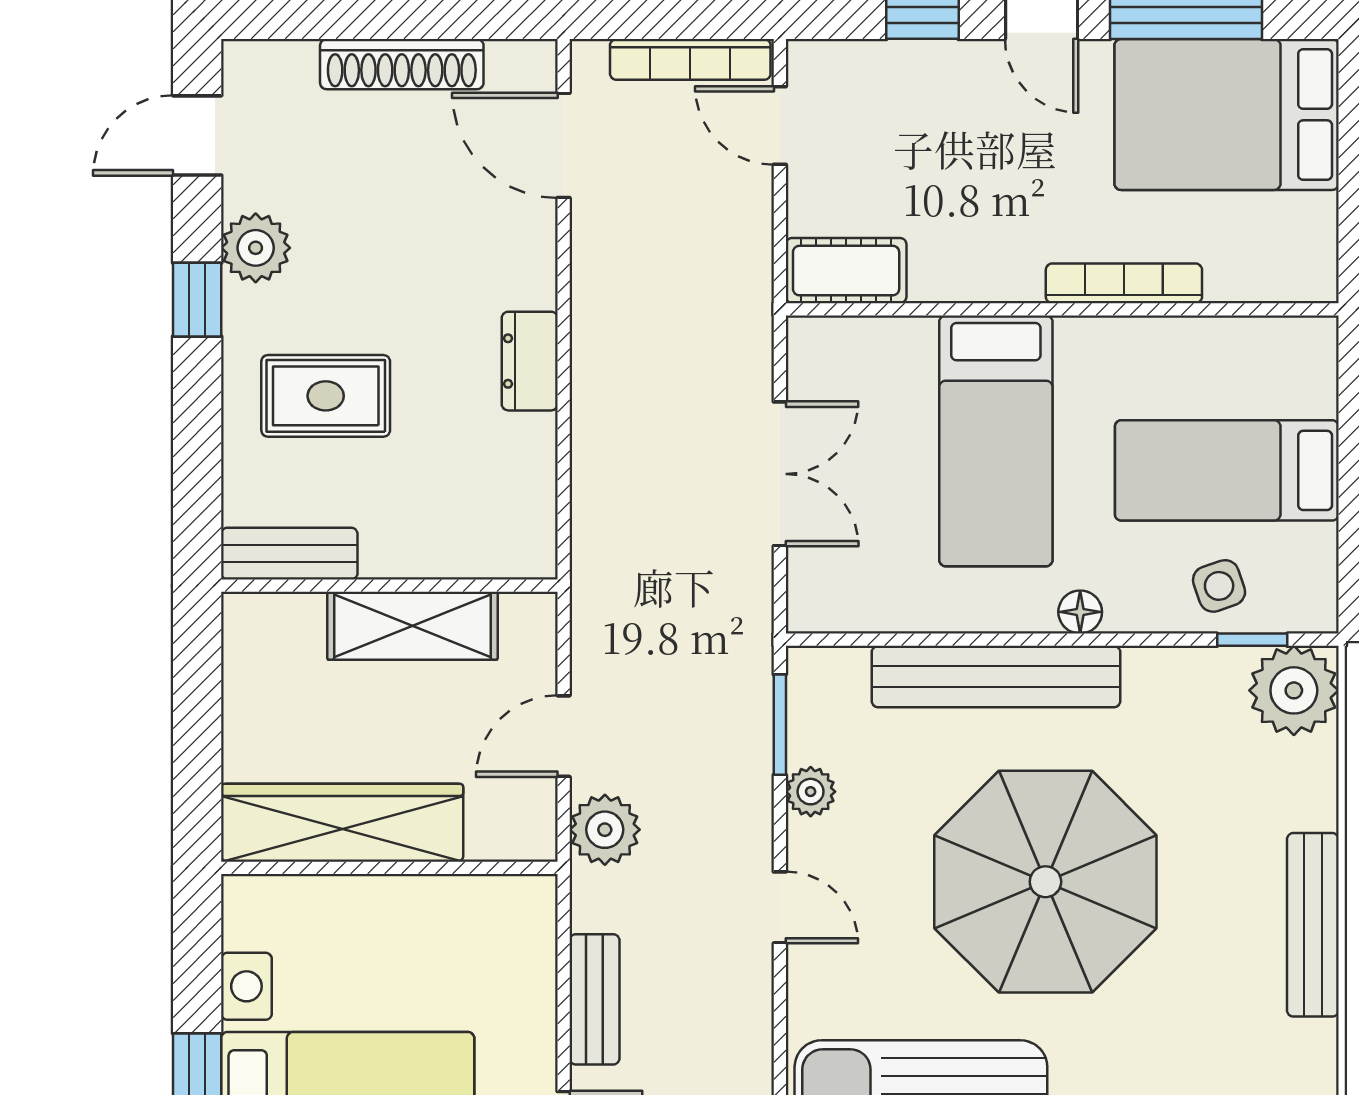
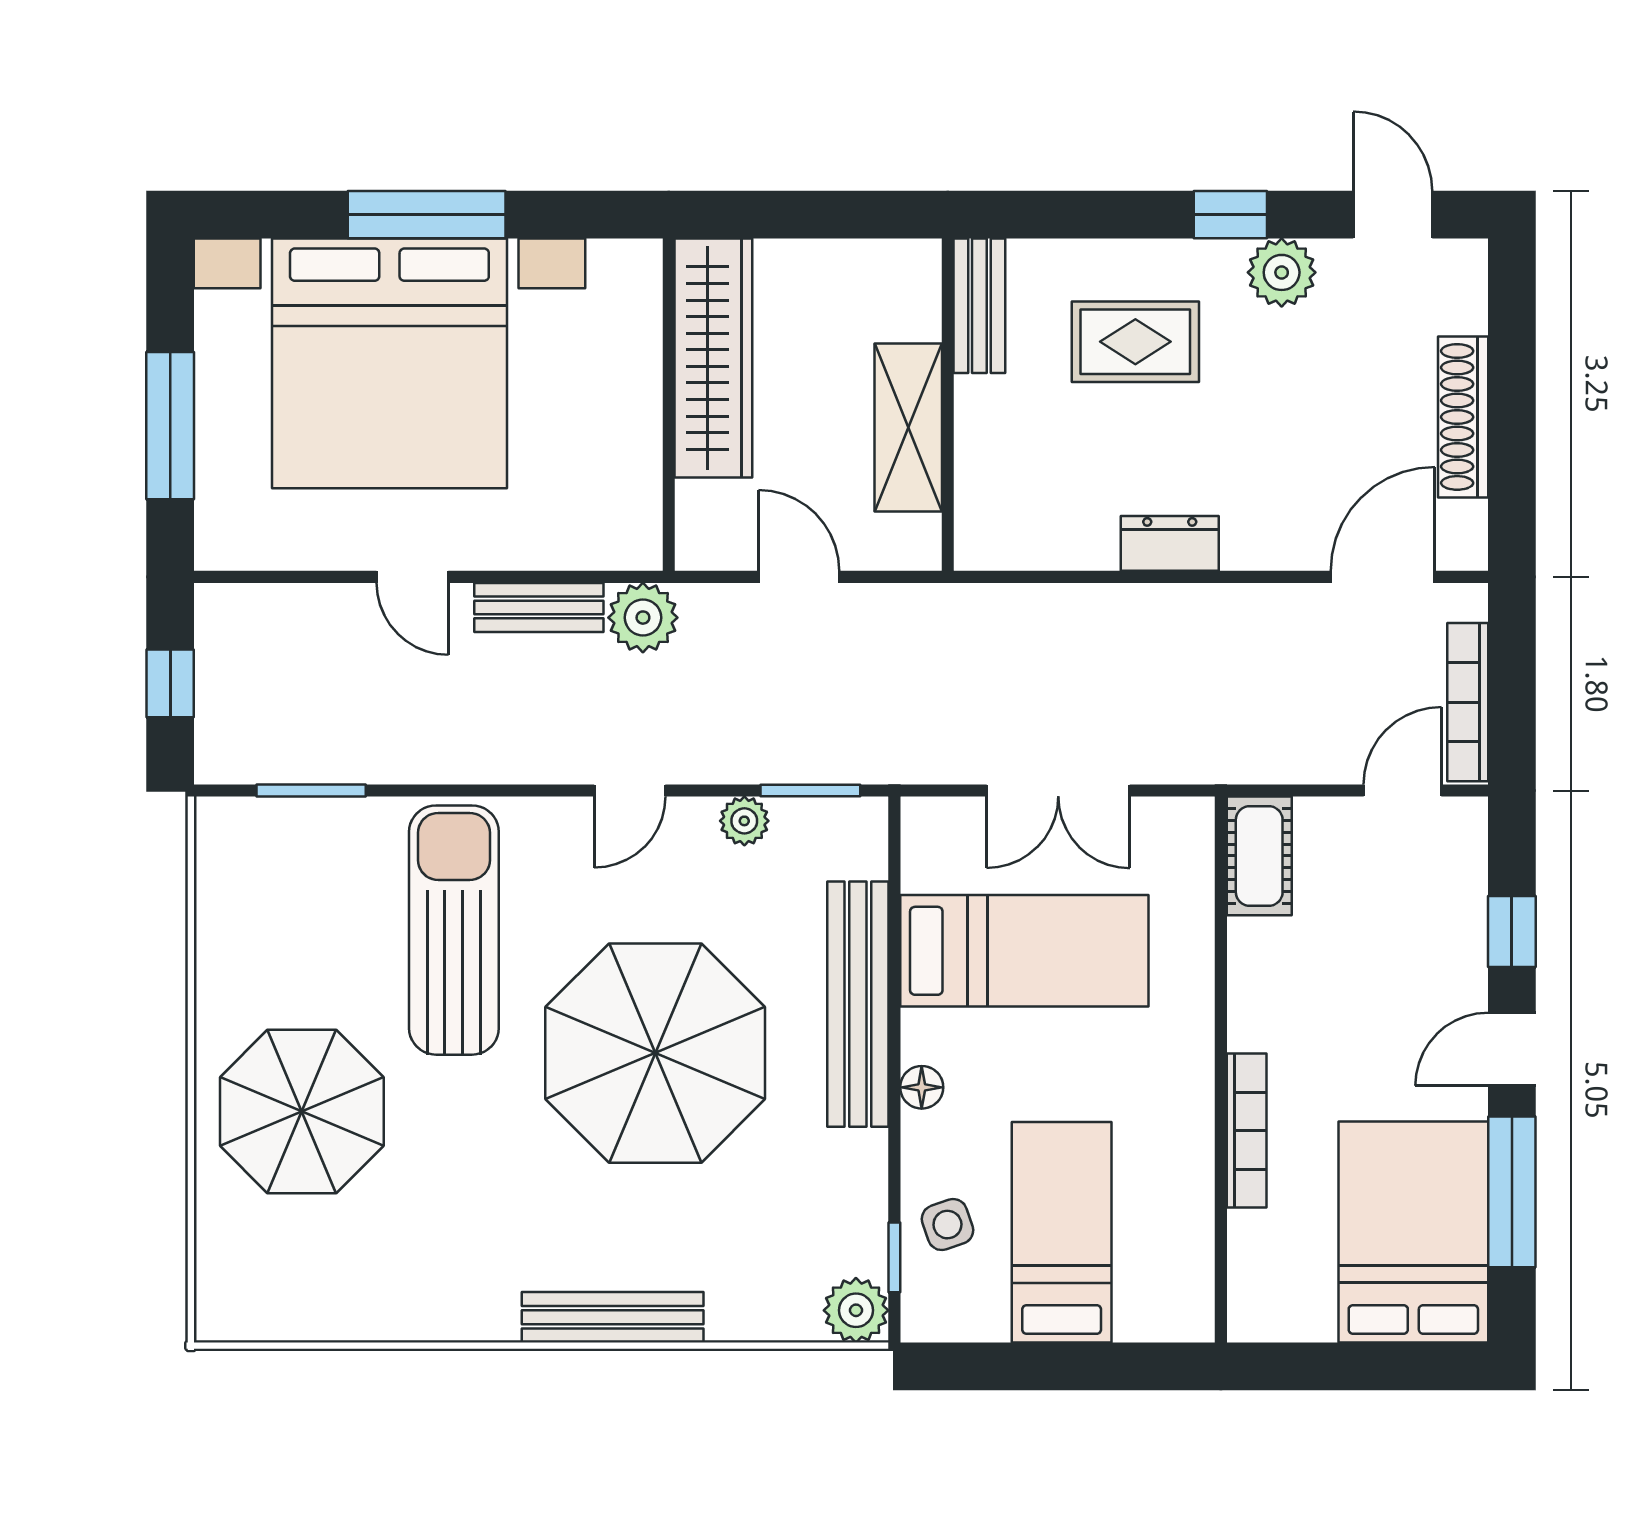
rug: (326, 396) -> (1135, 342), turned 90
bed: (996, 441) -> (1024, 951), moved, turned 180
plant: (1294, 690) -> (856, 1310), width x0.73, depth x0.73
plant: (605, 830) -> (643, 618), moved

